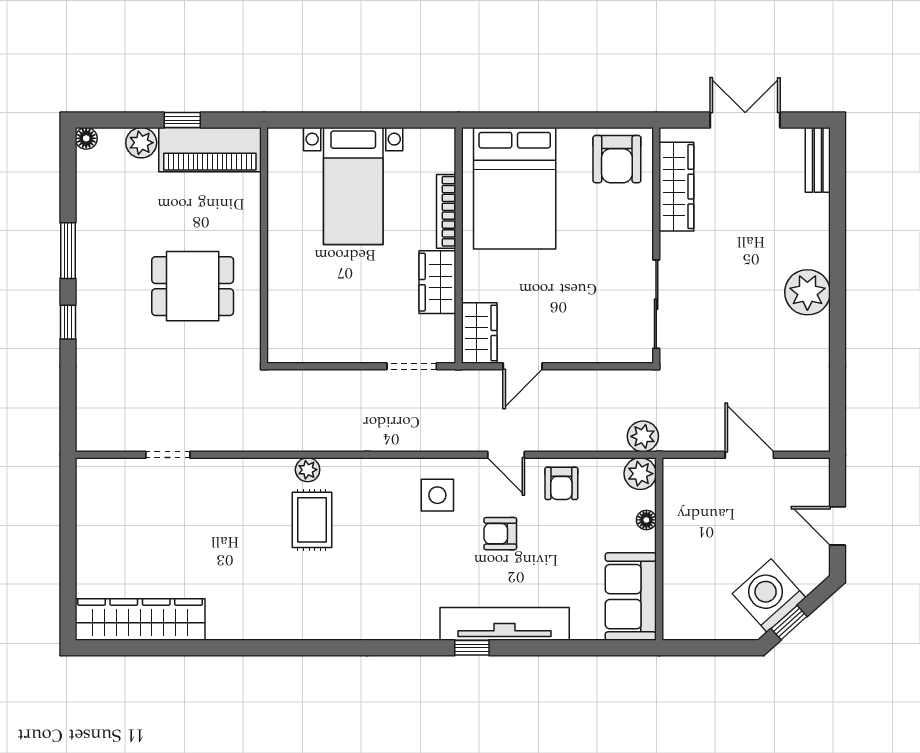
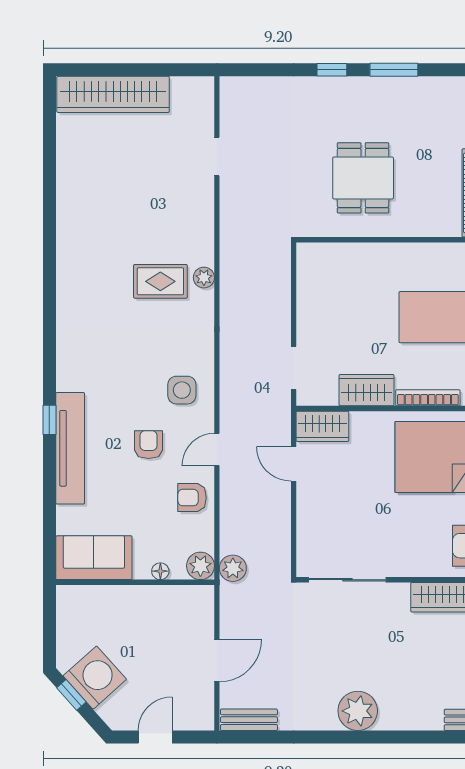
bench: (818, 418) -> (249, 720), added
wardrobe: (140, 620) -> (113, 94), moved, turned 90

